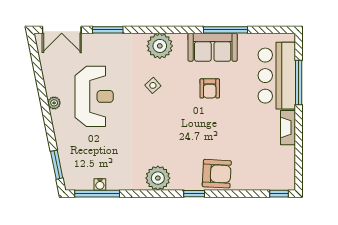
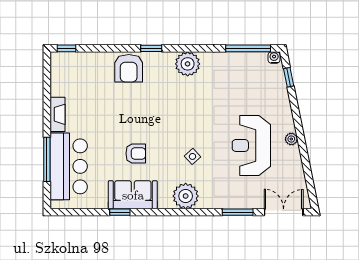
window: (226, 30) -> (120, 212), width x0.46
armchair: (210, 88) -> (136, 153), turned 90
window: (57, 165) -> (289, 77), width x0.67
armchair: (217, 174) -> (129, 68), turned -93
water cooler: (100, 184) -> (274, 57), moved

